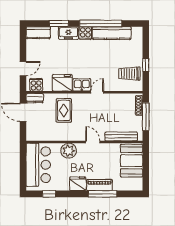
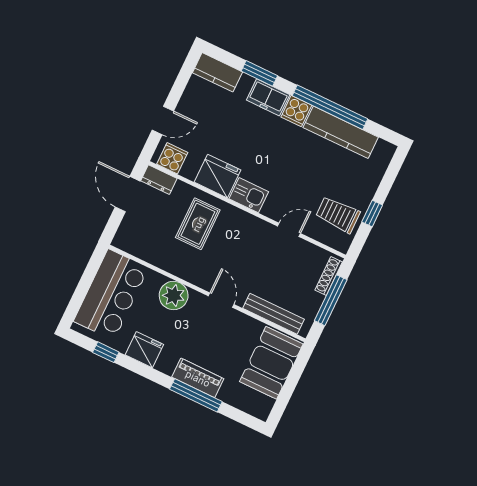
door: (97, 92) -> (289, 230), moved
fridge: (78, 184) -> (144, 350), moved

